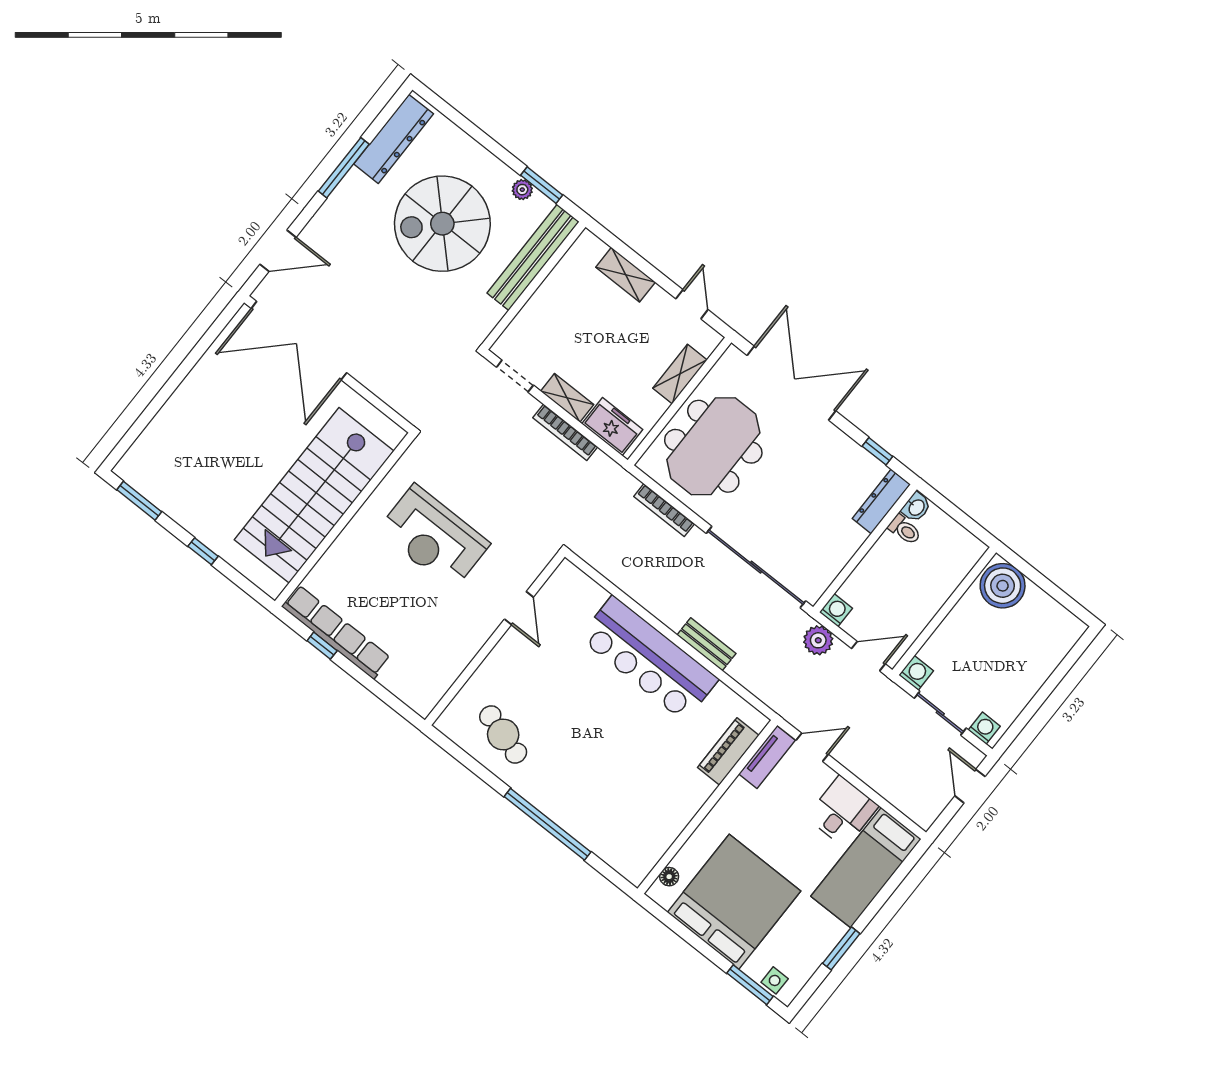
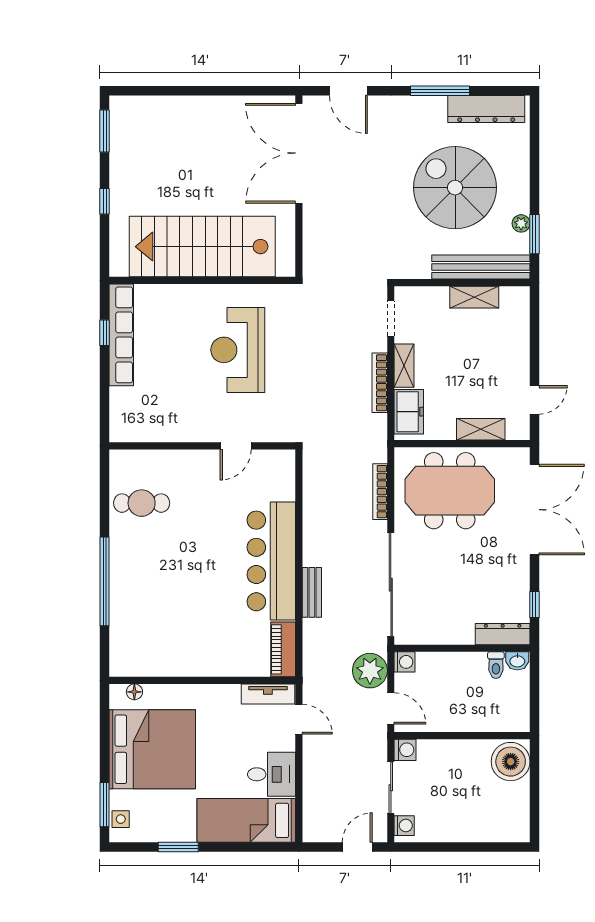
shelving: (626, 275) -> (474, 297), moved, turned 90
plant: (818, 640) -> (370, 671), width x1.36, depth x1.36
cafe table: (503, 734) -> (142, 503), turned 73
piano: (728, 751) -> (283, 649), moved, turned -90

